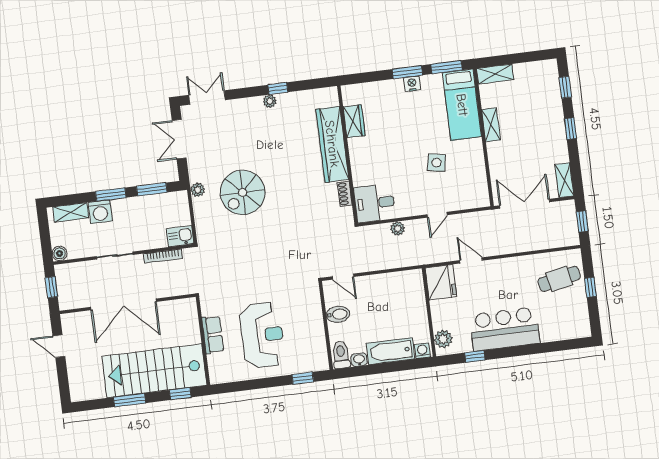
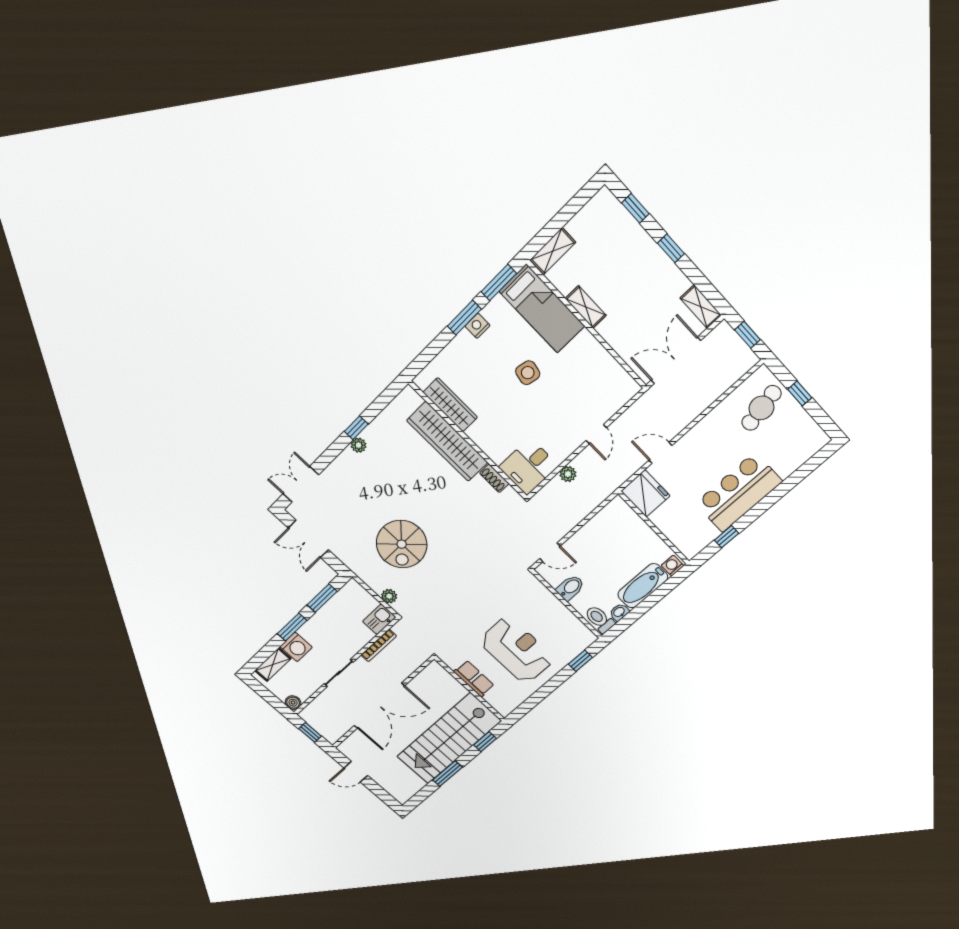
wardrobe: (354, 121) -> (450, 405), width x1.50
side table: (436, 163) -> (528, 373), moved
plant: (198, 190) -> (389, 596), moved
plant: (443, 339) -> (685, 542), removed

